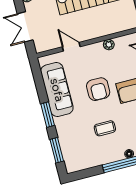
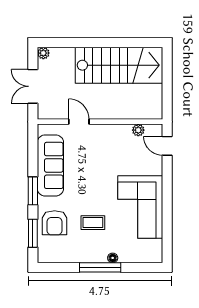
plant: (109, 45) -> (138, 130), moved
armchair: (98, 89) -> (55, 223), moved

